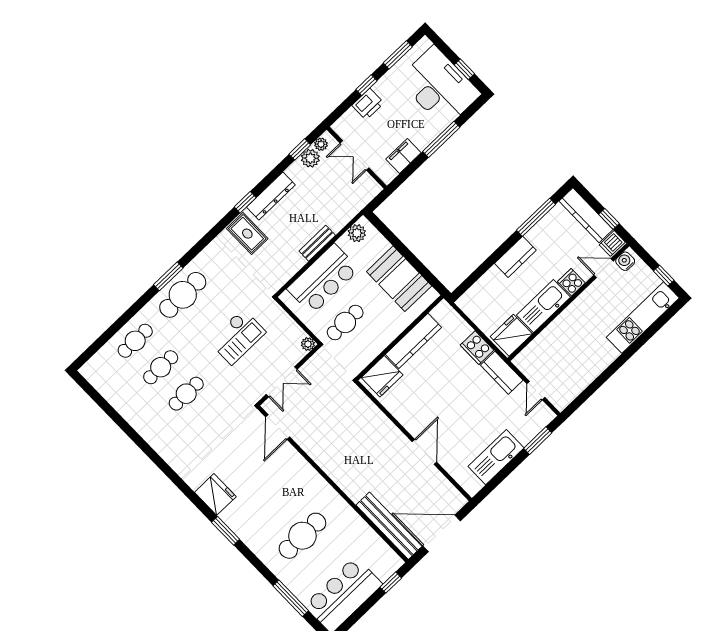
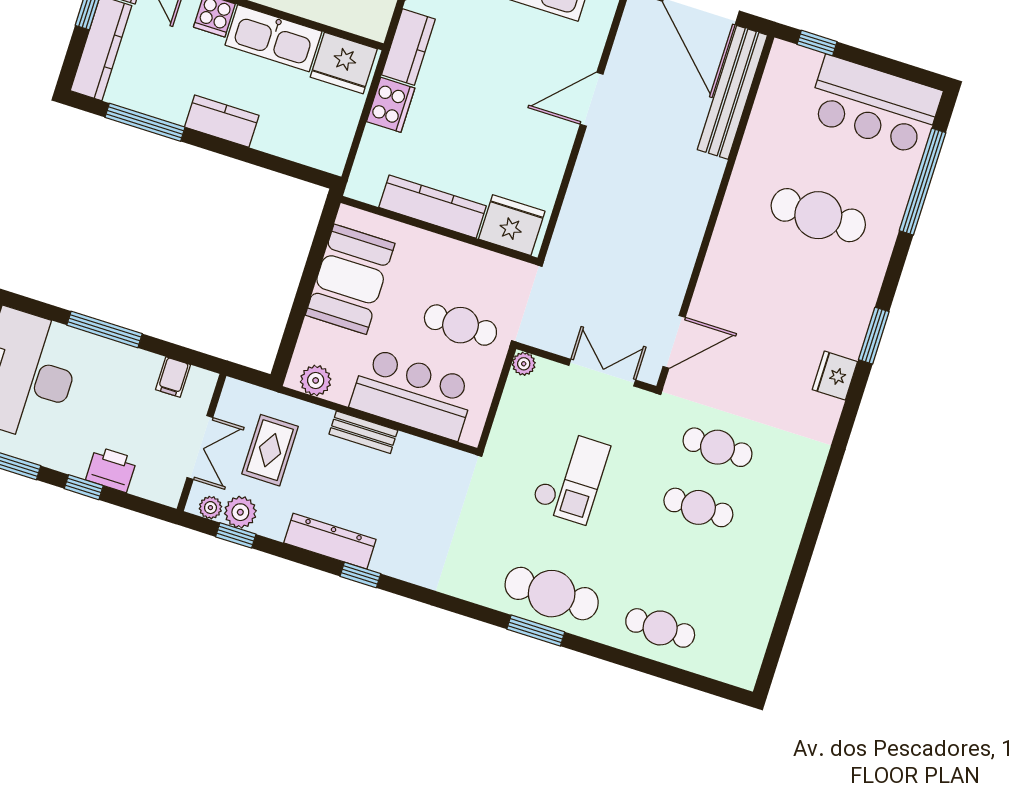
filing cabinet: (403, 156) -> (173, 377), width x0.50
rug: (247, 234) -> (270, 450), moved
checkout: (237, 337) -> (571, 477), turned 90
cafe table: (161, 367) -> (718, 447), moved
fridge: (215, 494) -> (835, 376), width x0.73, depth x0.75
window: (291, 598) -> (923, 182), width x1.46

